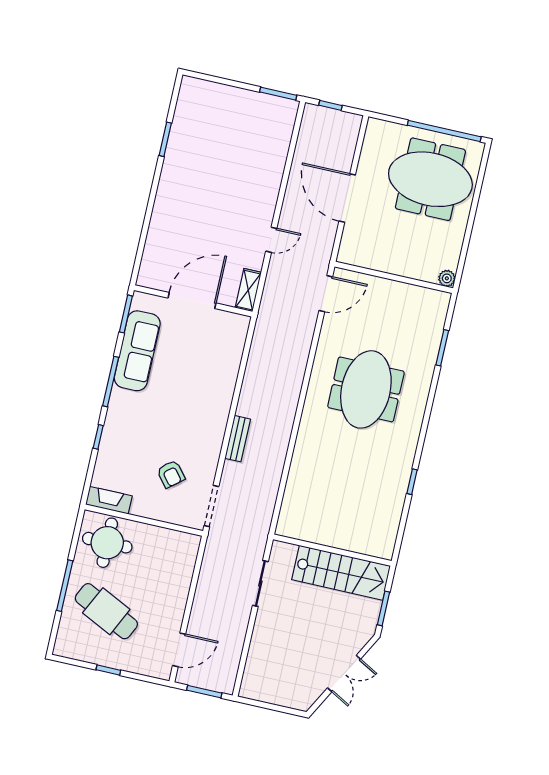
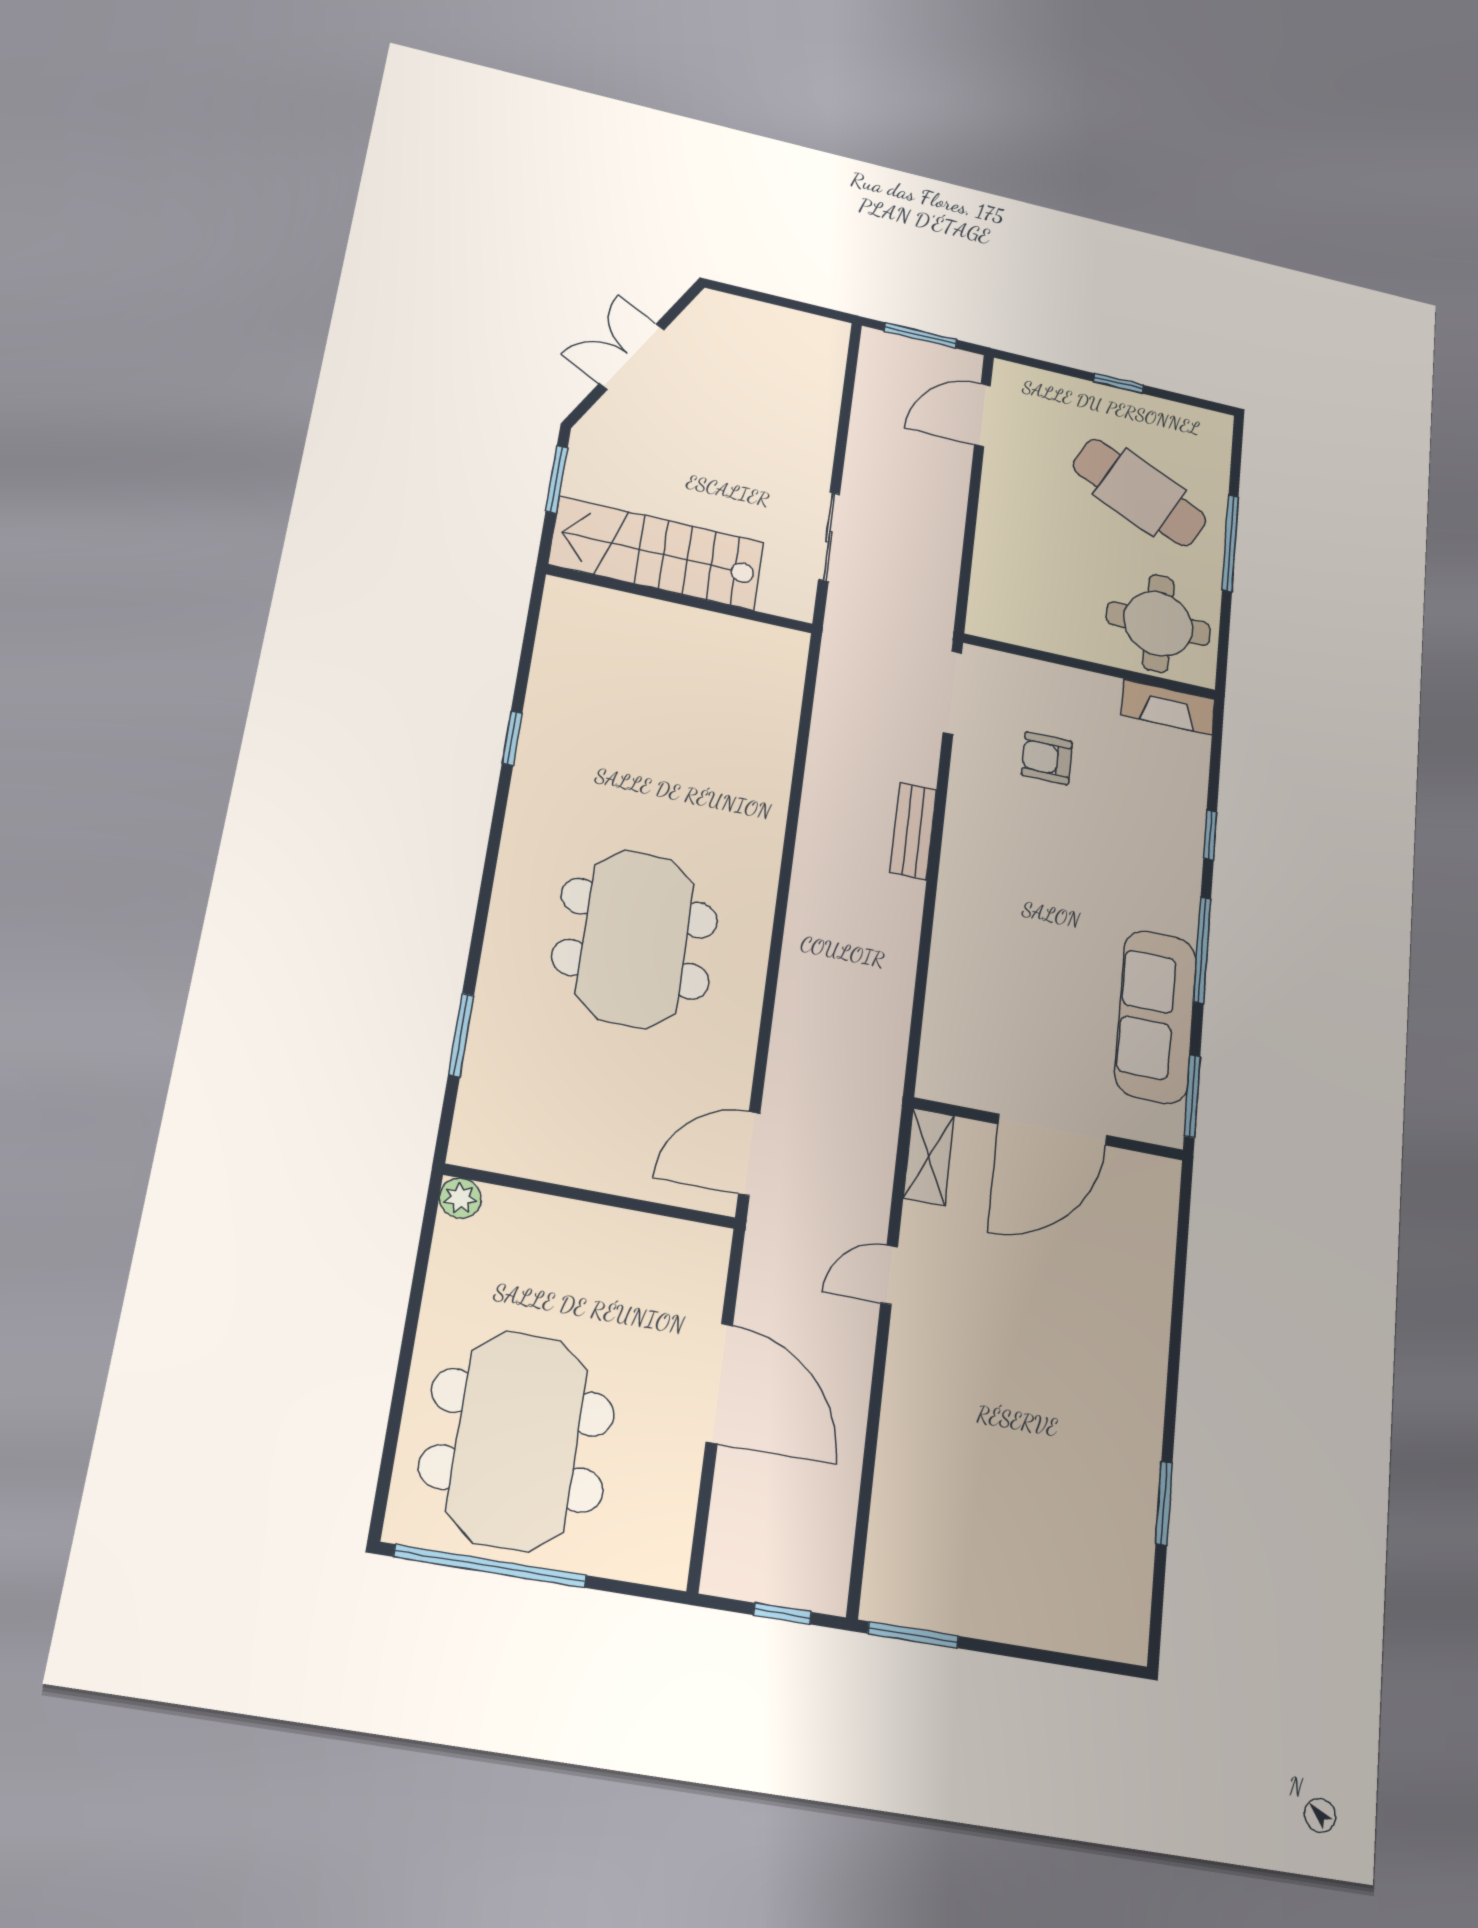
meeting table: (430, 179) -> (517, 1440), turned 90
armchair: (171, 474) -> (1047, 758), turned -51

